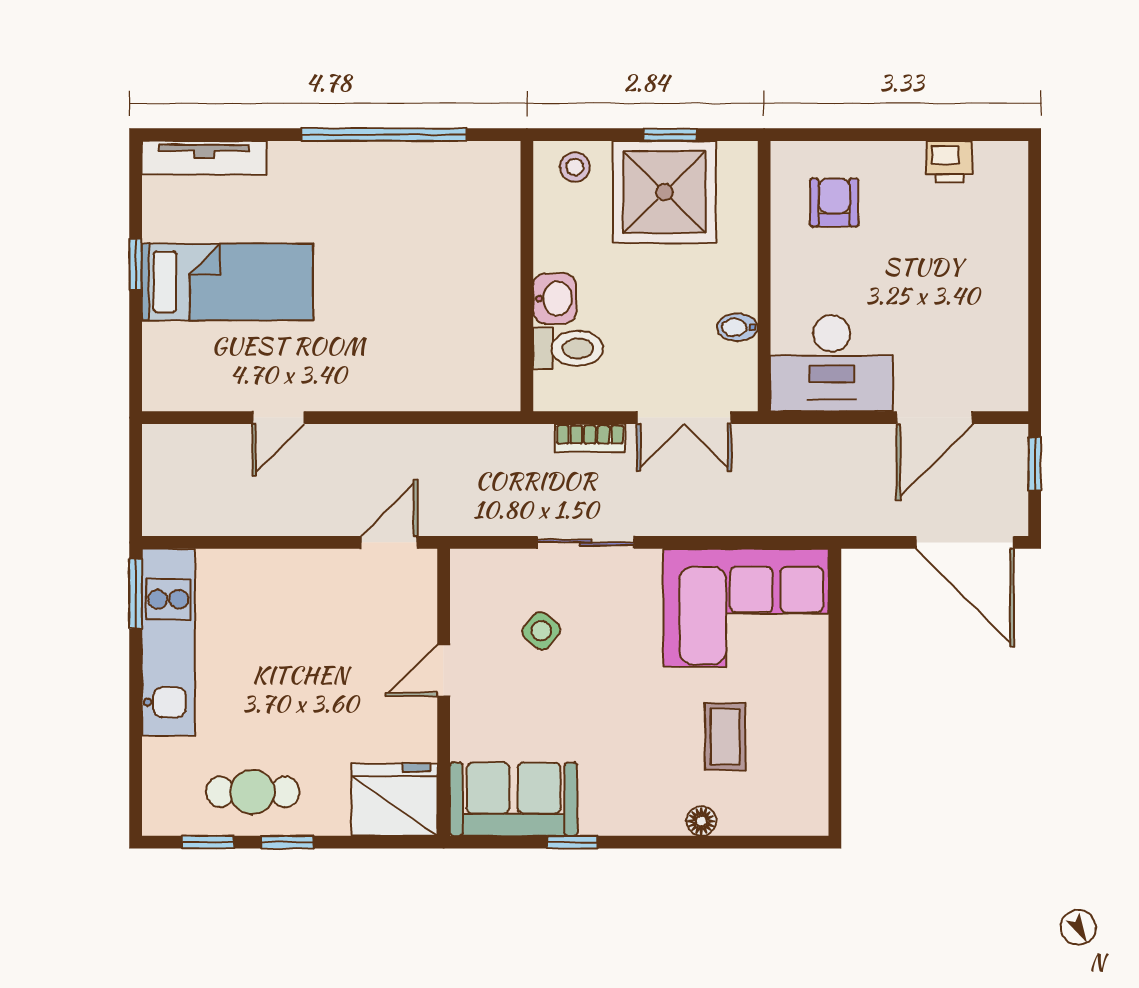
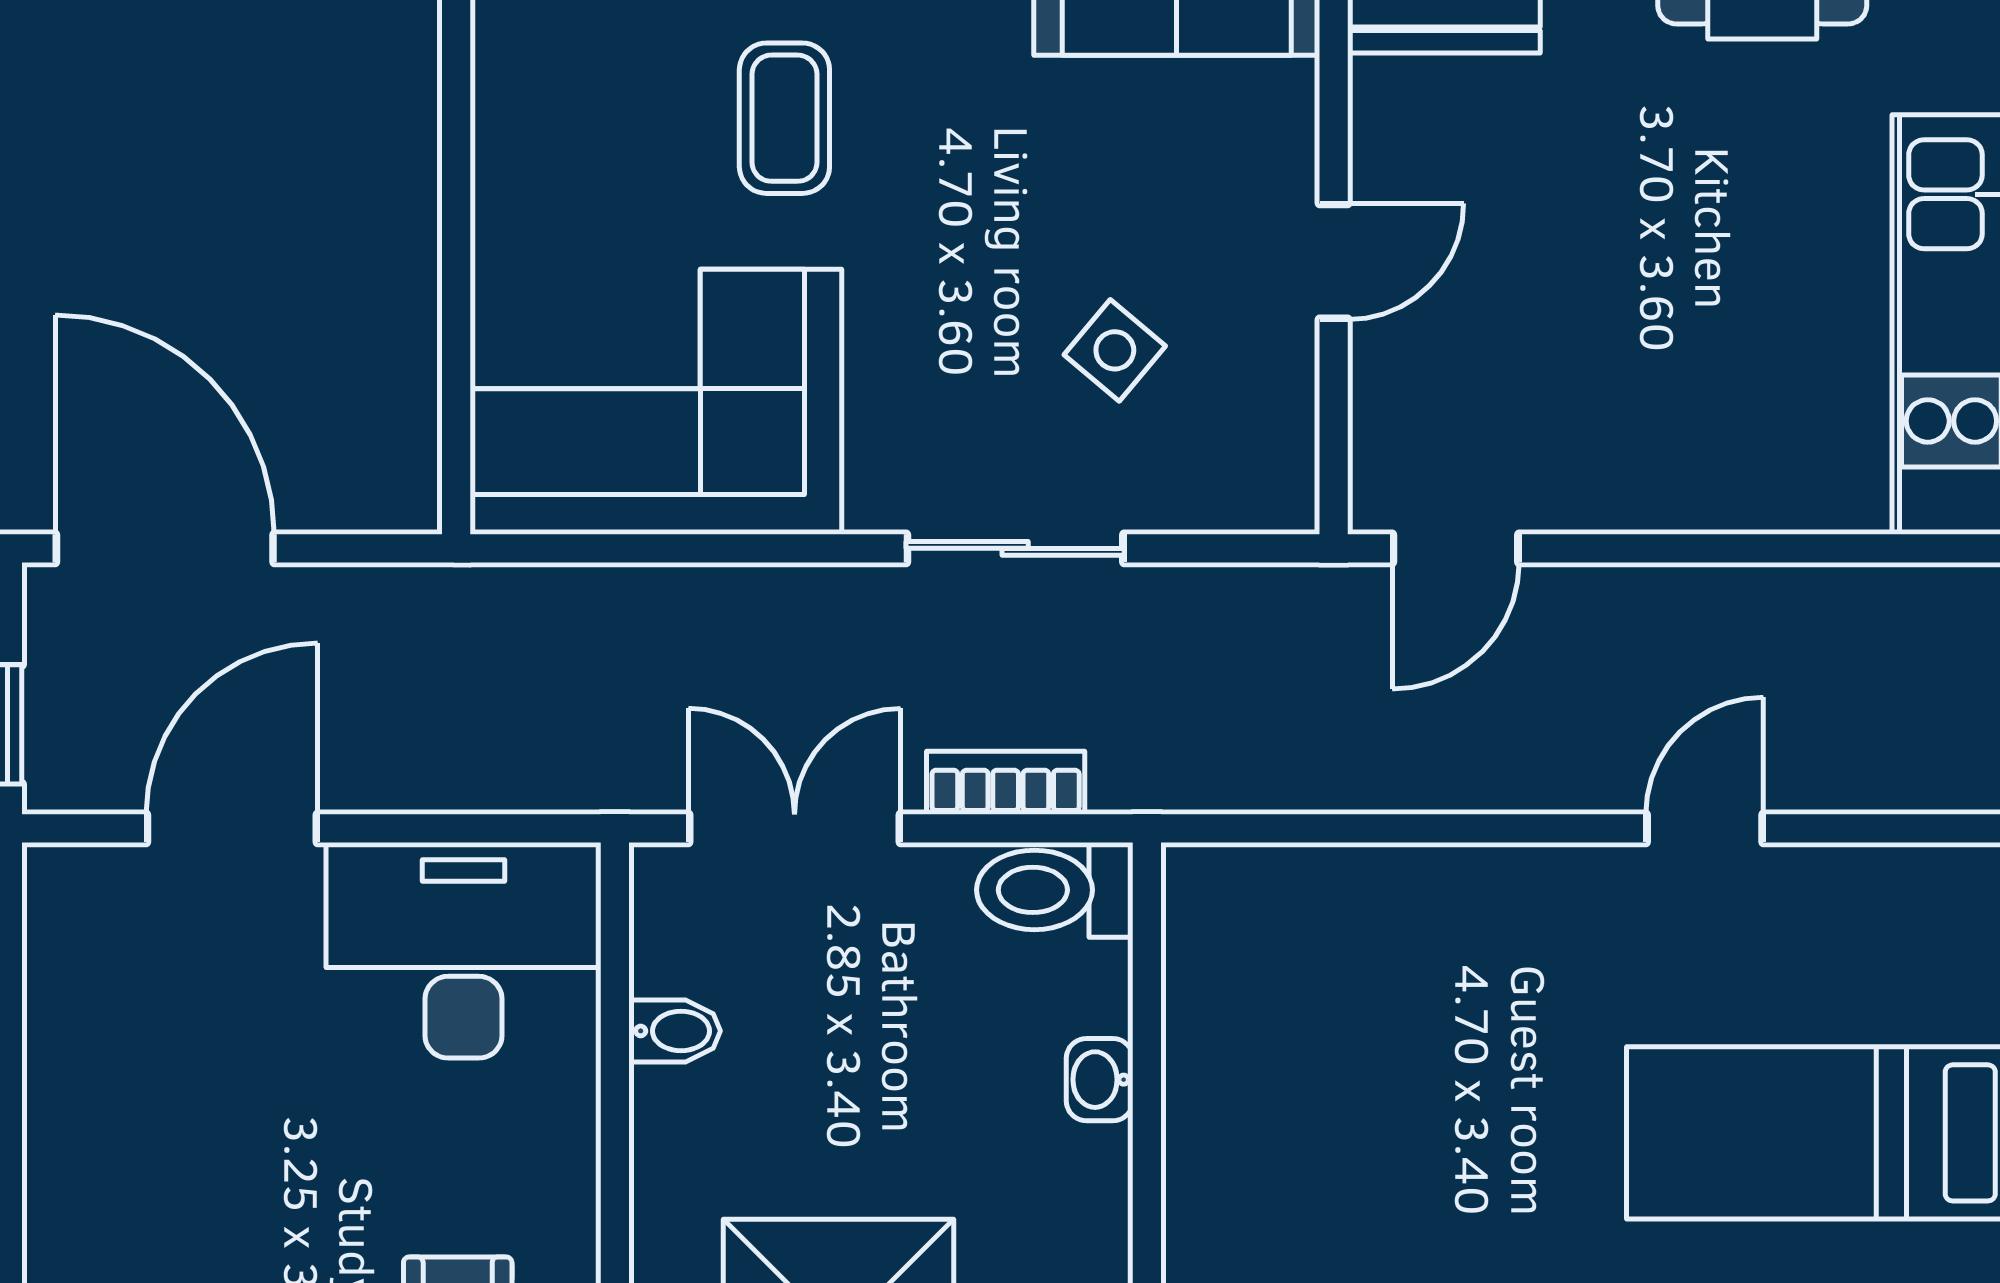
washbasin: (555, 299) -> (1100, 1080), width x0.72, depth x0.69
toilet: (568, 348) -> (1055, 890), moved
coffee table: (725, 737) -> (784, 118), moved

